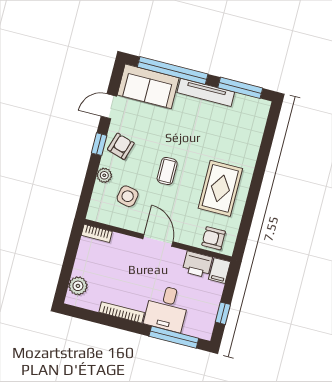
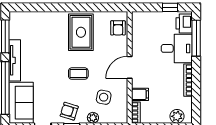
rug: (220, 188) -> (81, 32), turned 90
printer: (197, 264) -> (184, 23), moved, turned 180
filing cabinet: (220, 271) -> (140, 94), moved

